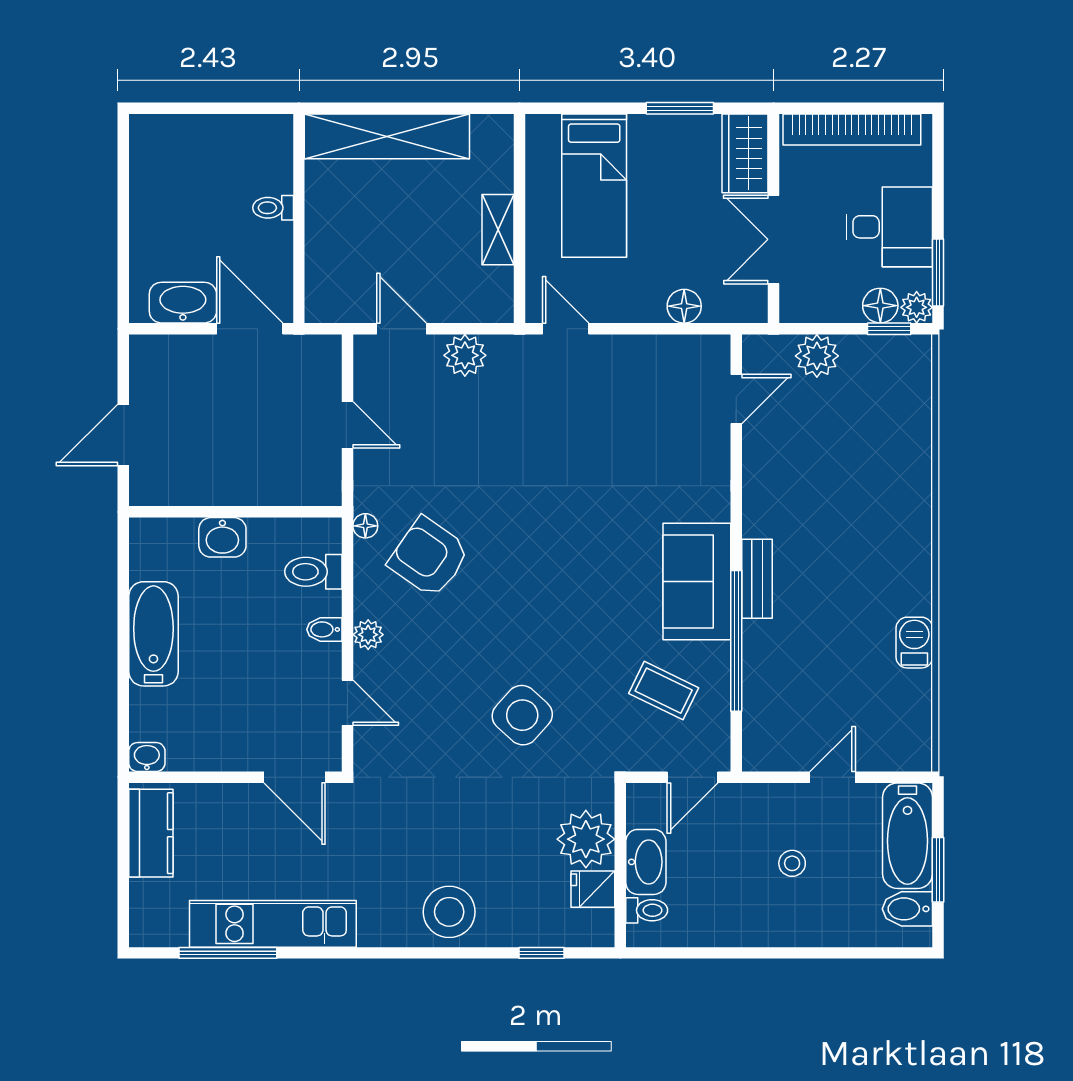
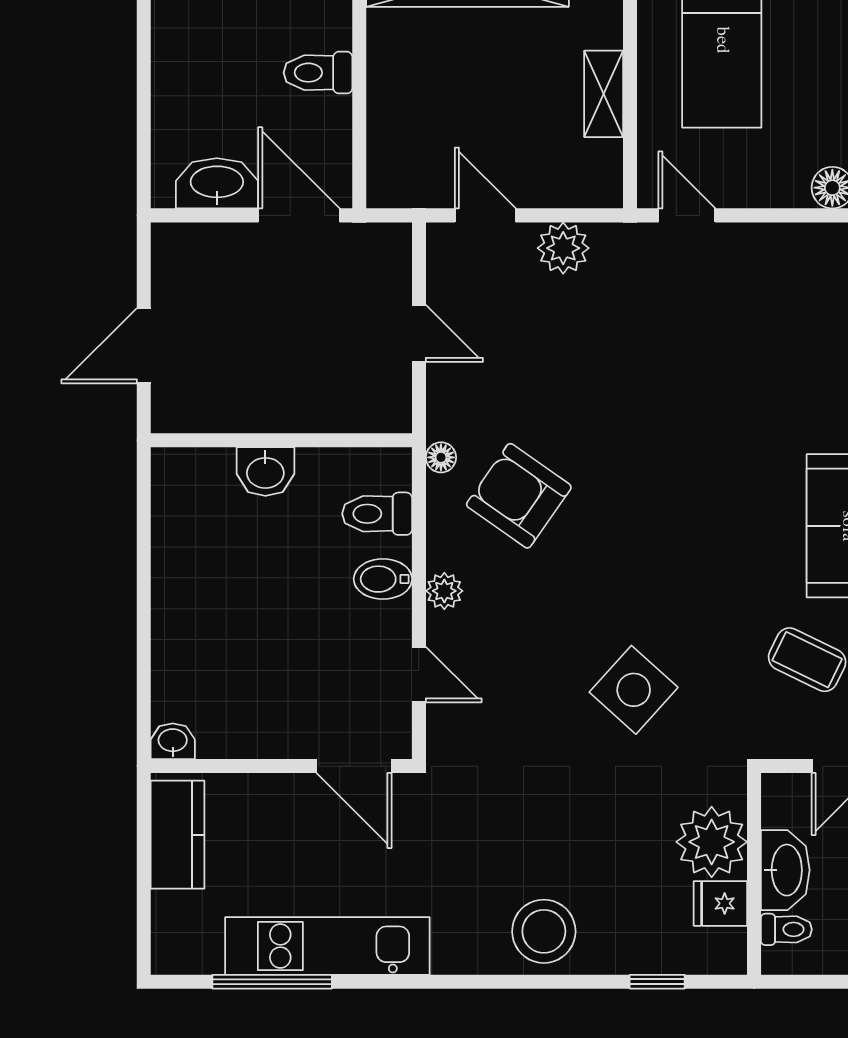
toilet: (273, 208) -> (318, 73), width x1.37, depth x1.39
bidet: (324, 629) -> (383, 579), width x1.38, depth x1.36
bathtub: (153, 634) -> (181, 590), removed

